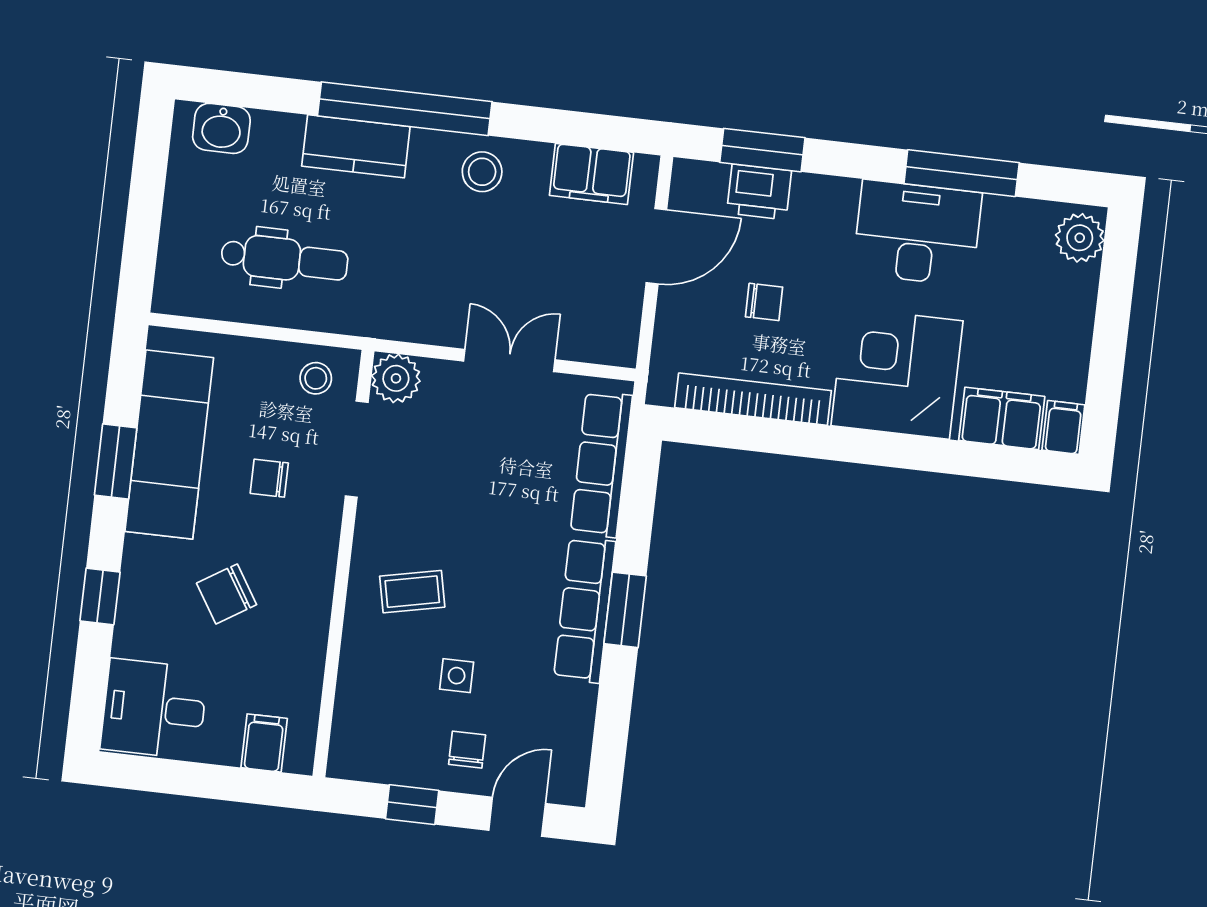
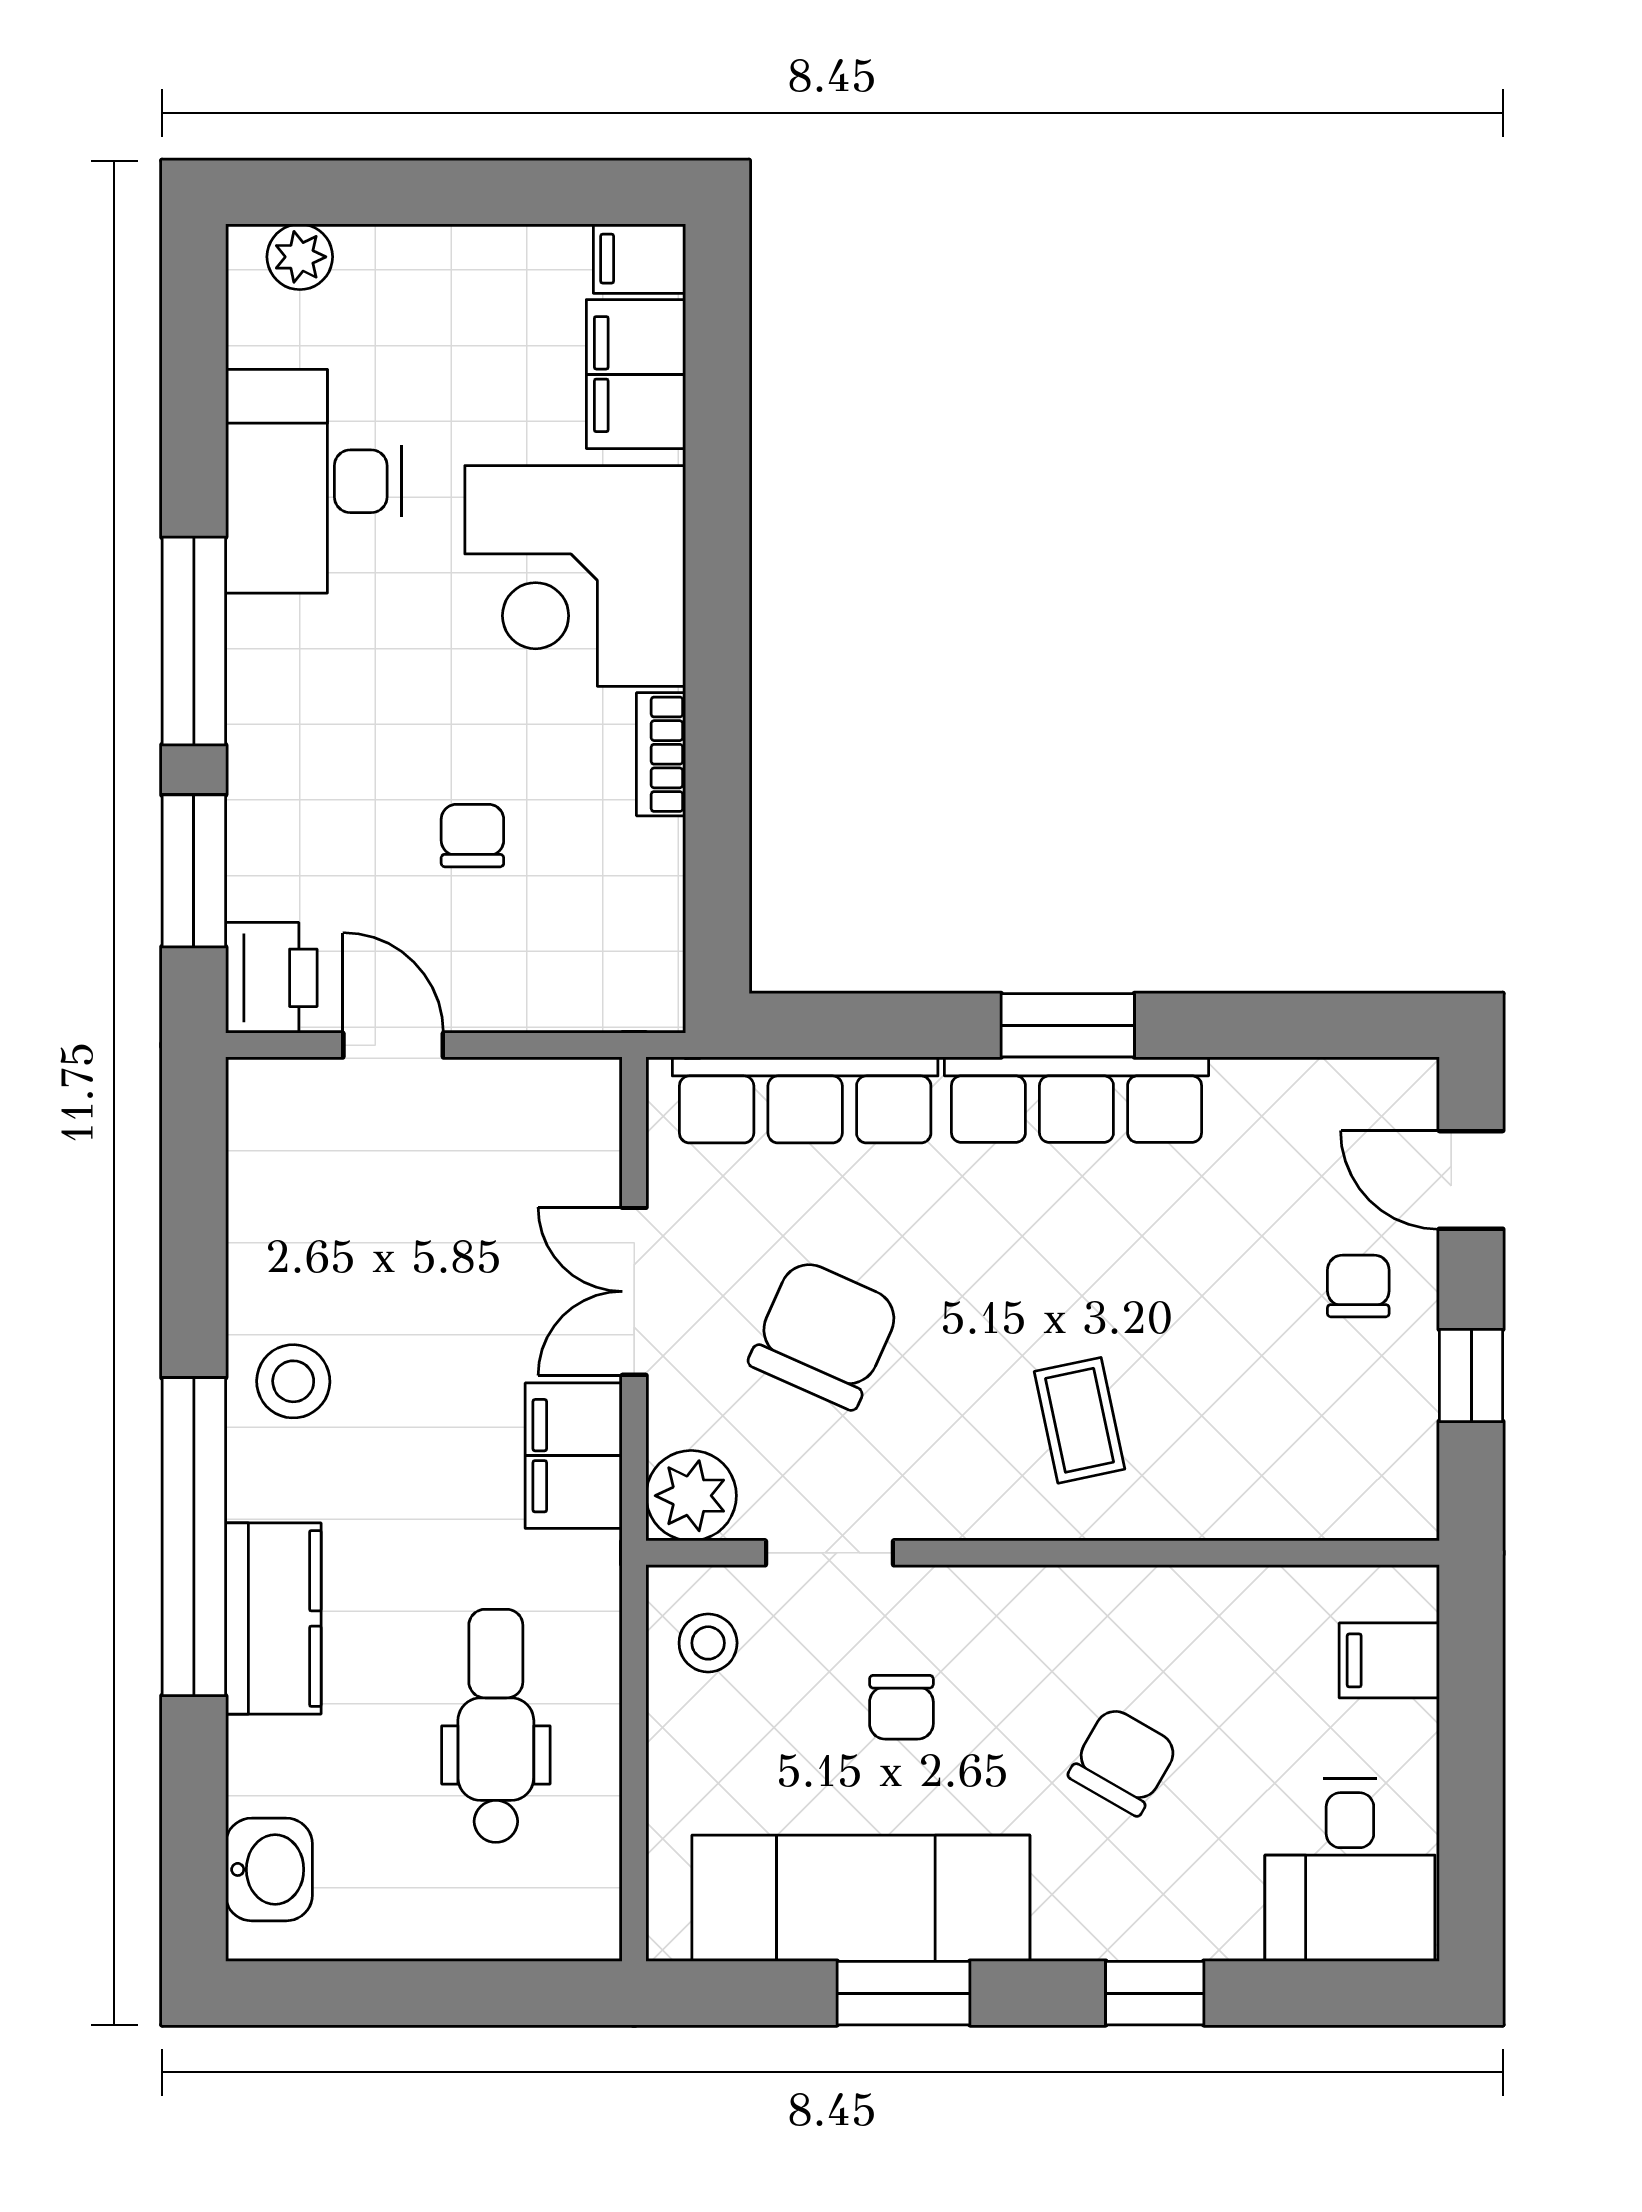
window: (962, 173) -> (194, 641), moved
filing cabinet: (591, 174) -> (574, 1456), moved, turned 180
printer: (759, 192) -> (271, 978), moved
desk: (917, 233) -> (313, 481), moved
plant: (1080, 238) -> (300, 257), width x0.73, depth x0.73
door: (656, 246) -> (393, 1045), width x0.73
bookcase: (753, 399) -> (661, 754), width x0.43, depth x0.76
doorway: (357, 449) -> (830, 1553), width x0.73
chair: (474, 460) -> (824, 1334), added
chair: (227, 594) -> (1123, 1761), turned -118
side table: (457, 676) -> (1224, 1321), removed
chair: (467, 750) -> (1358, 1286), turned 90

